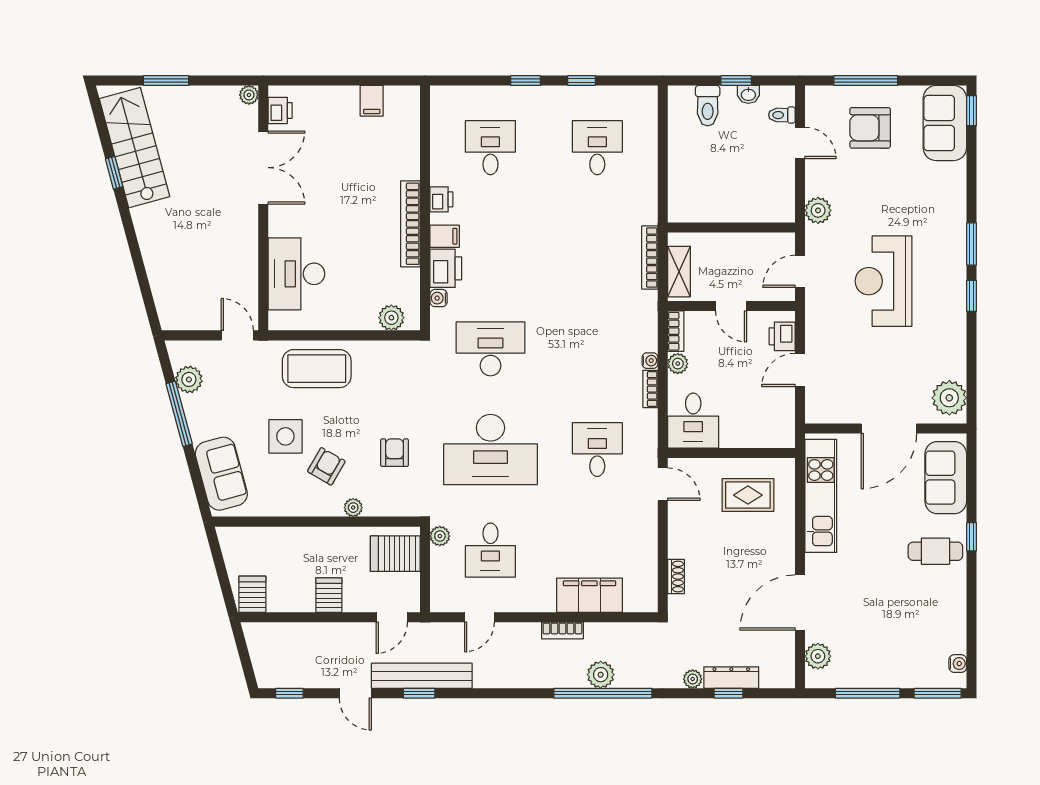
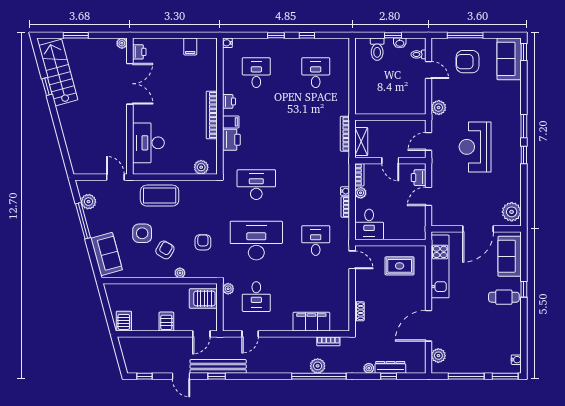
water cooler: (439, 298) -> (227, 43), moved
desk: (490, 449) -> (256, 241), turned 180
bookcase: (562, 630) -> (328, 341), moved

